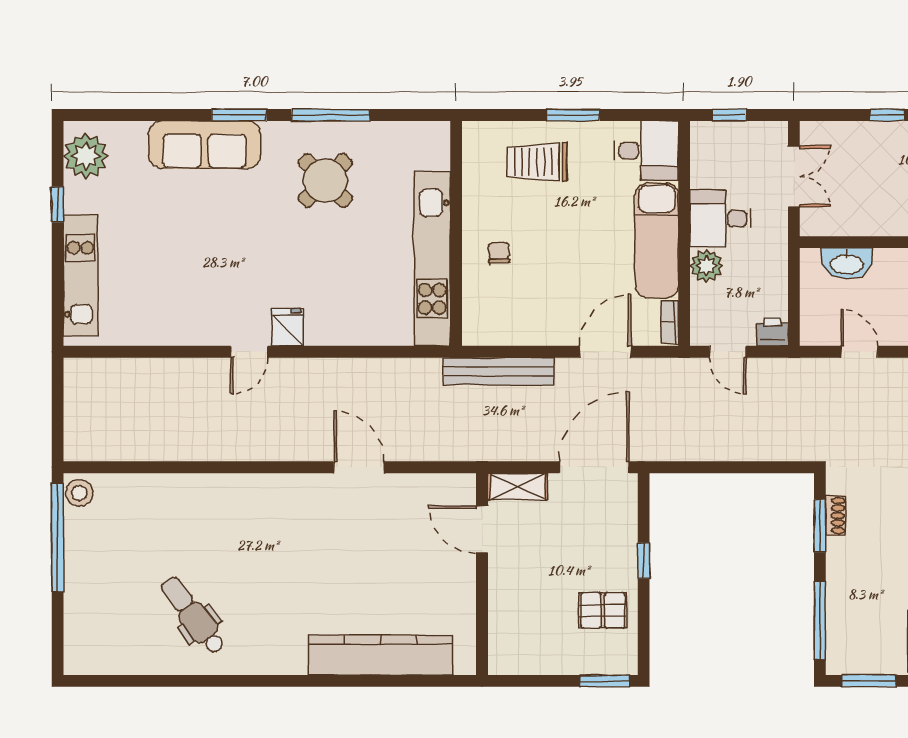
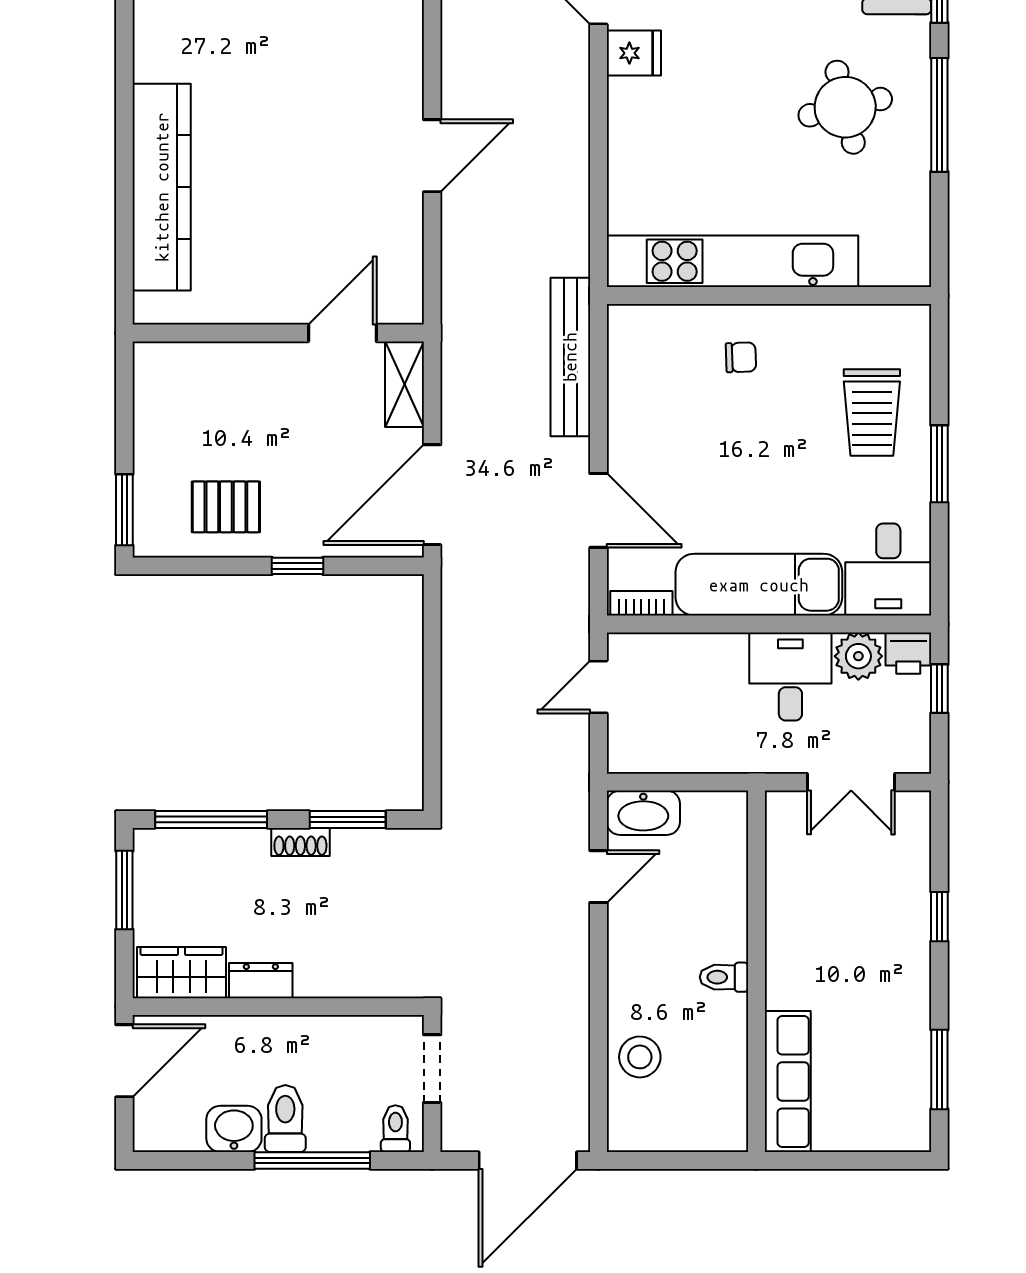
trolley: (537, 162) -> (872, 413), turned 180
round table: (325, 180) -> (845, 107), turned 32
washbasin: (847, 263) -> (643, 813), moved, turned -90
plant: (706, 266) -> (858, 656), moved
printer: (772, 332) -> (908, 653), moved, turned 90
door: (594, 467) -> (432, 495), swing flipped
shoe rack: (835, 516) -> (300, 842), moved
pallet: (603, 610) -> (226, 507), turned 90

